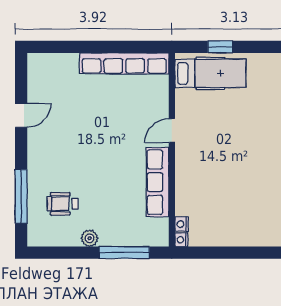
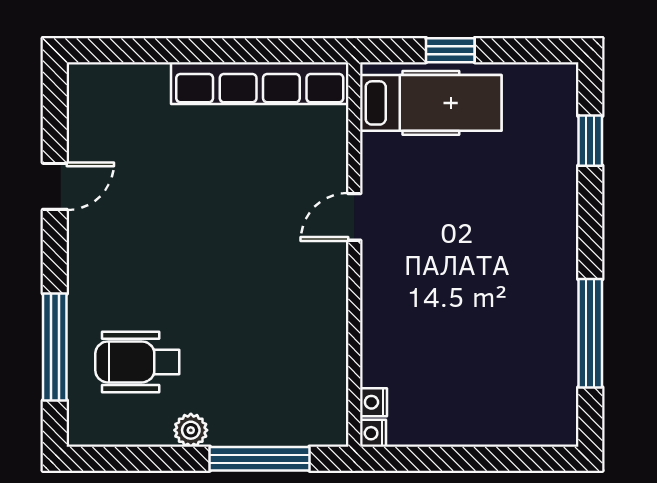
row of seats: (158, 182) -> (326, 319), removed
wheelchair: (63, 204) -> (137, 362), width x1.36, depth x1.37

